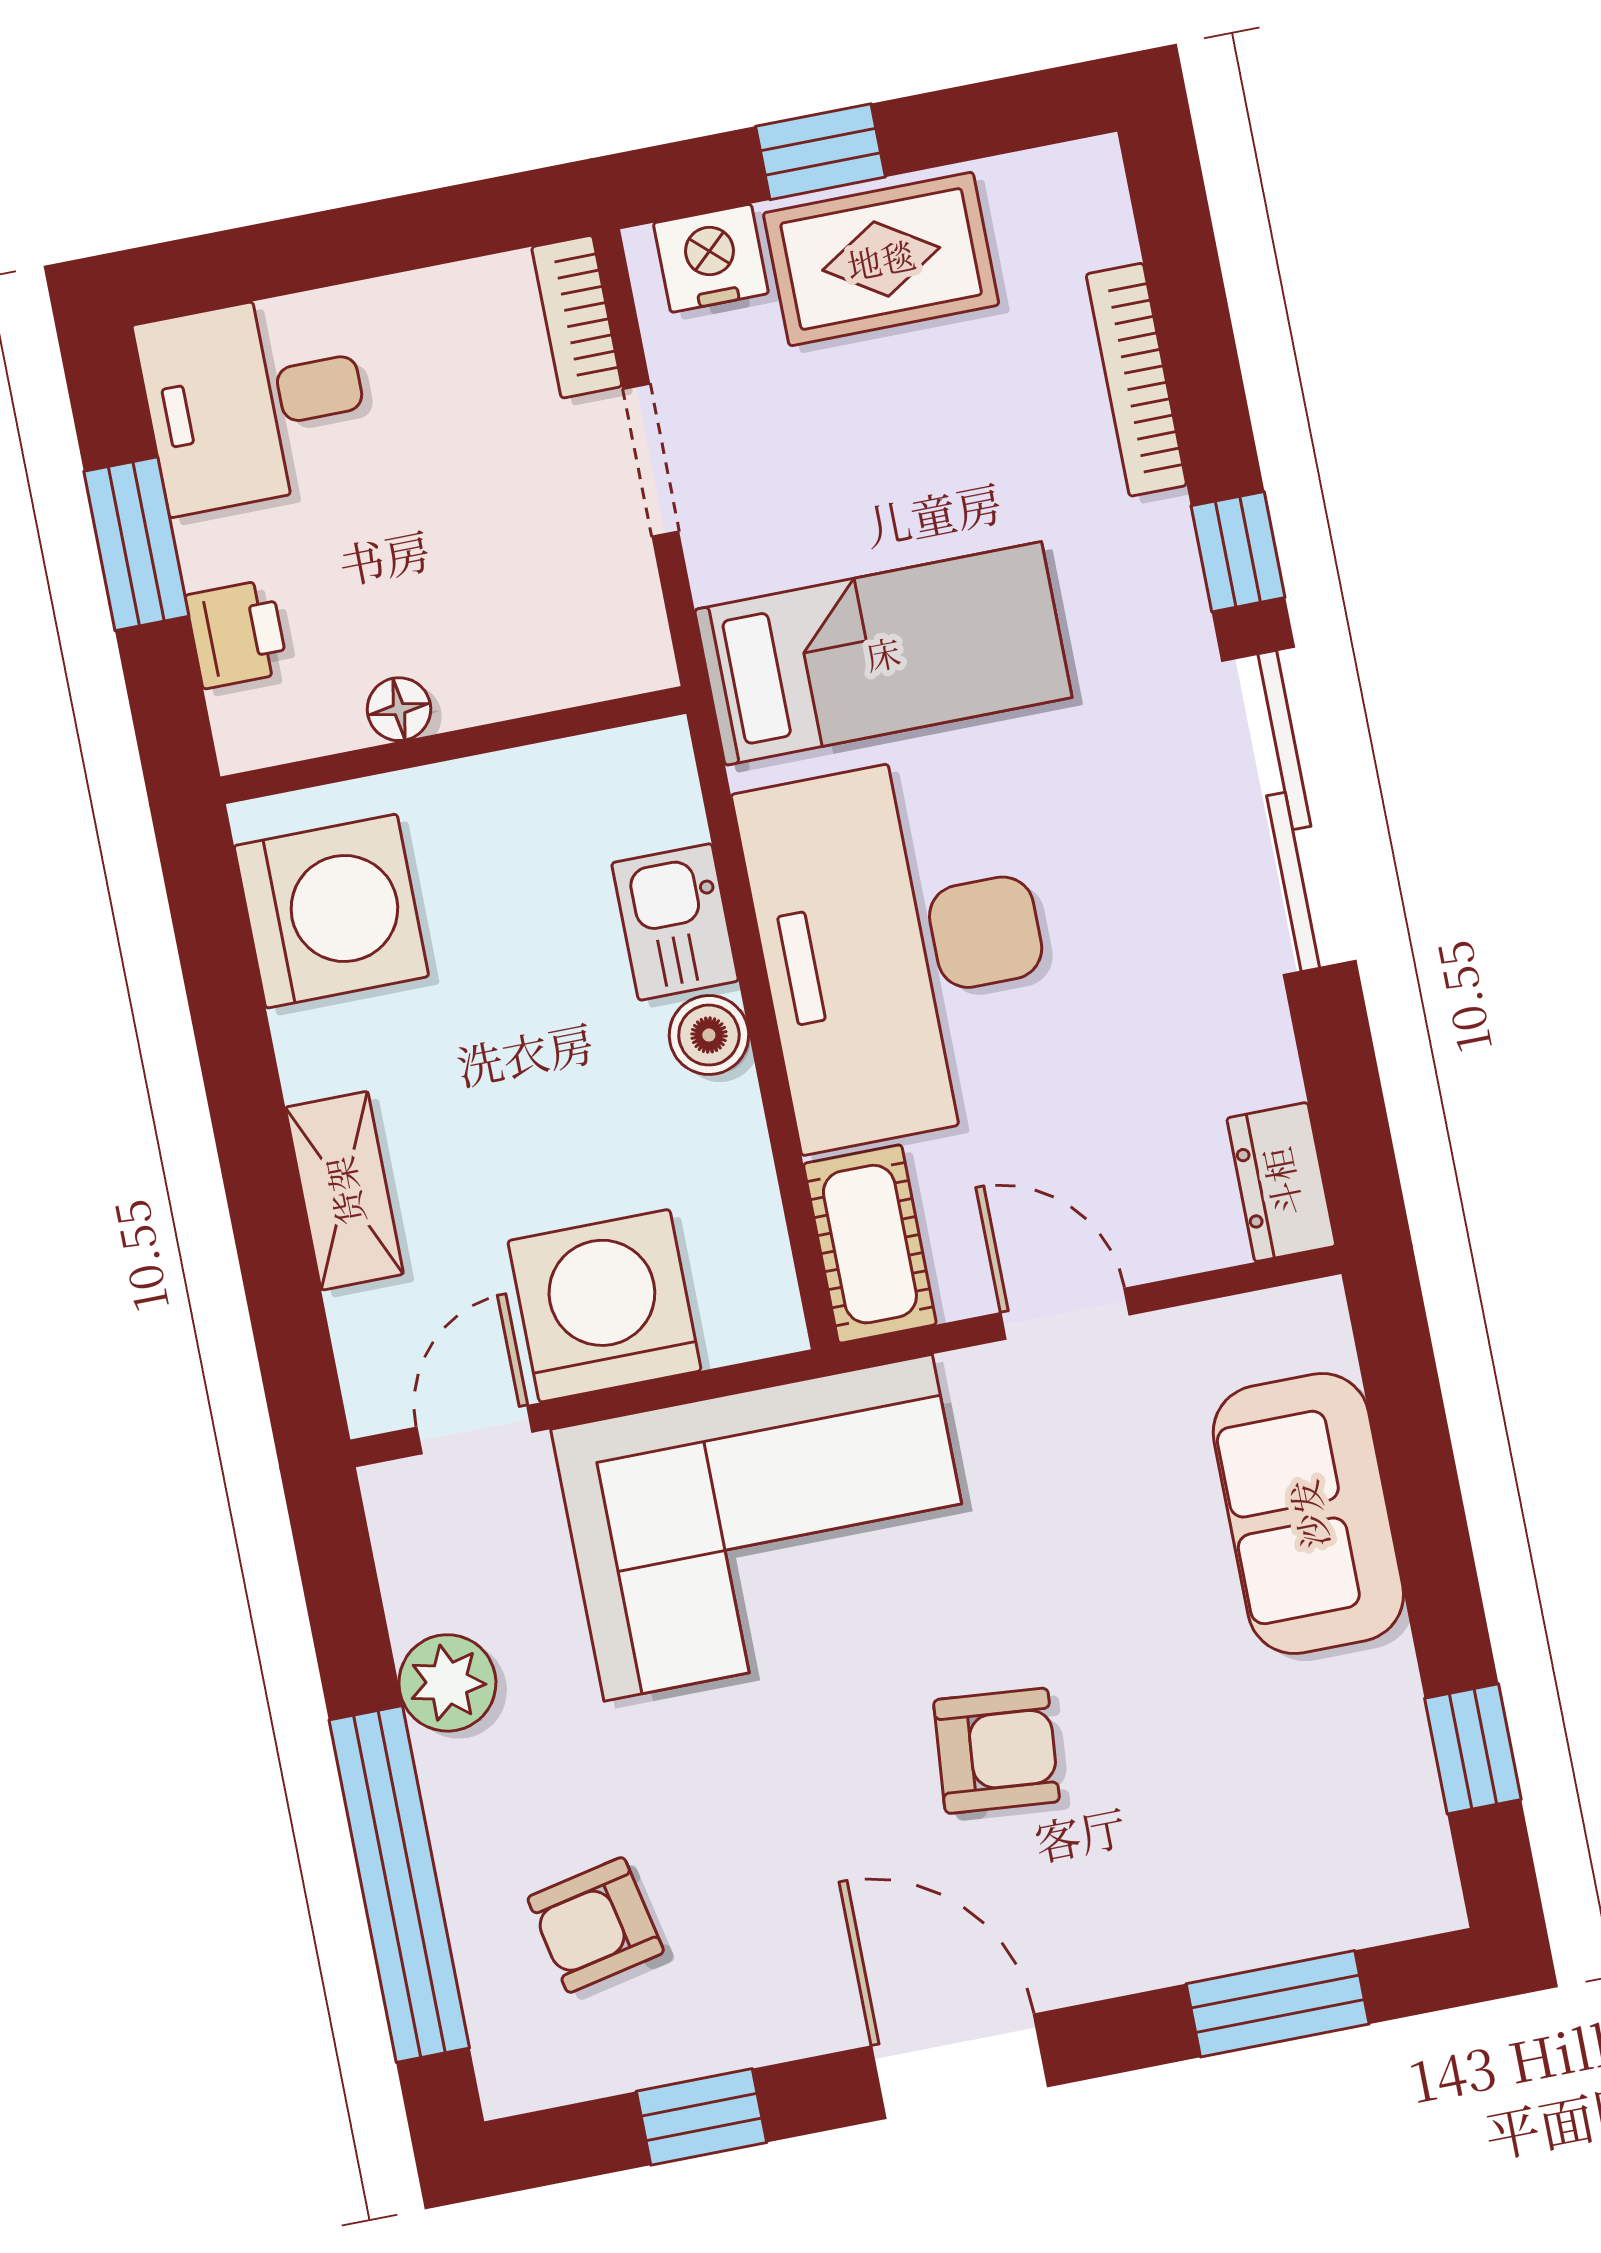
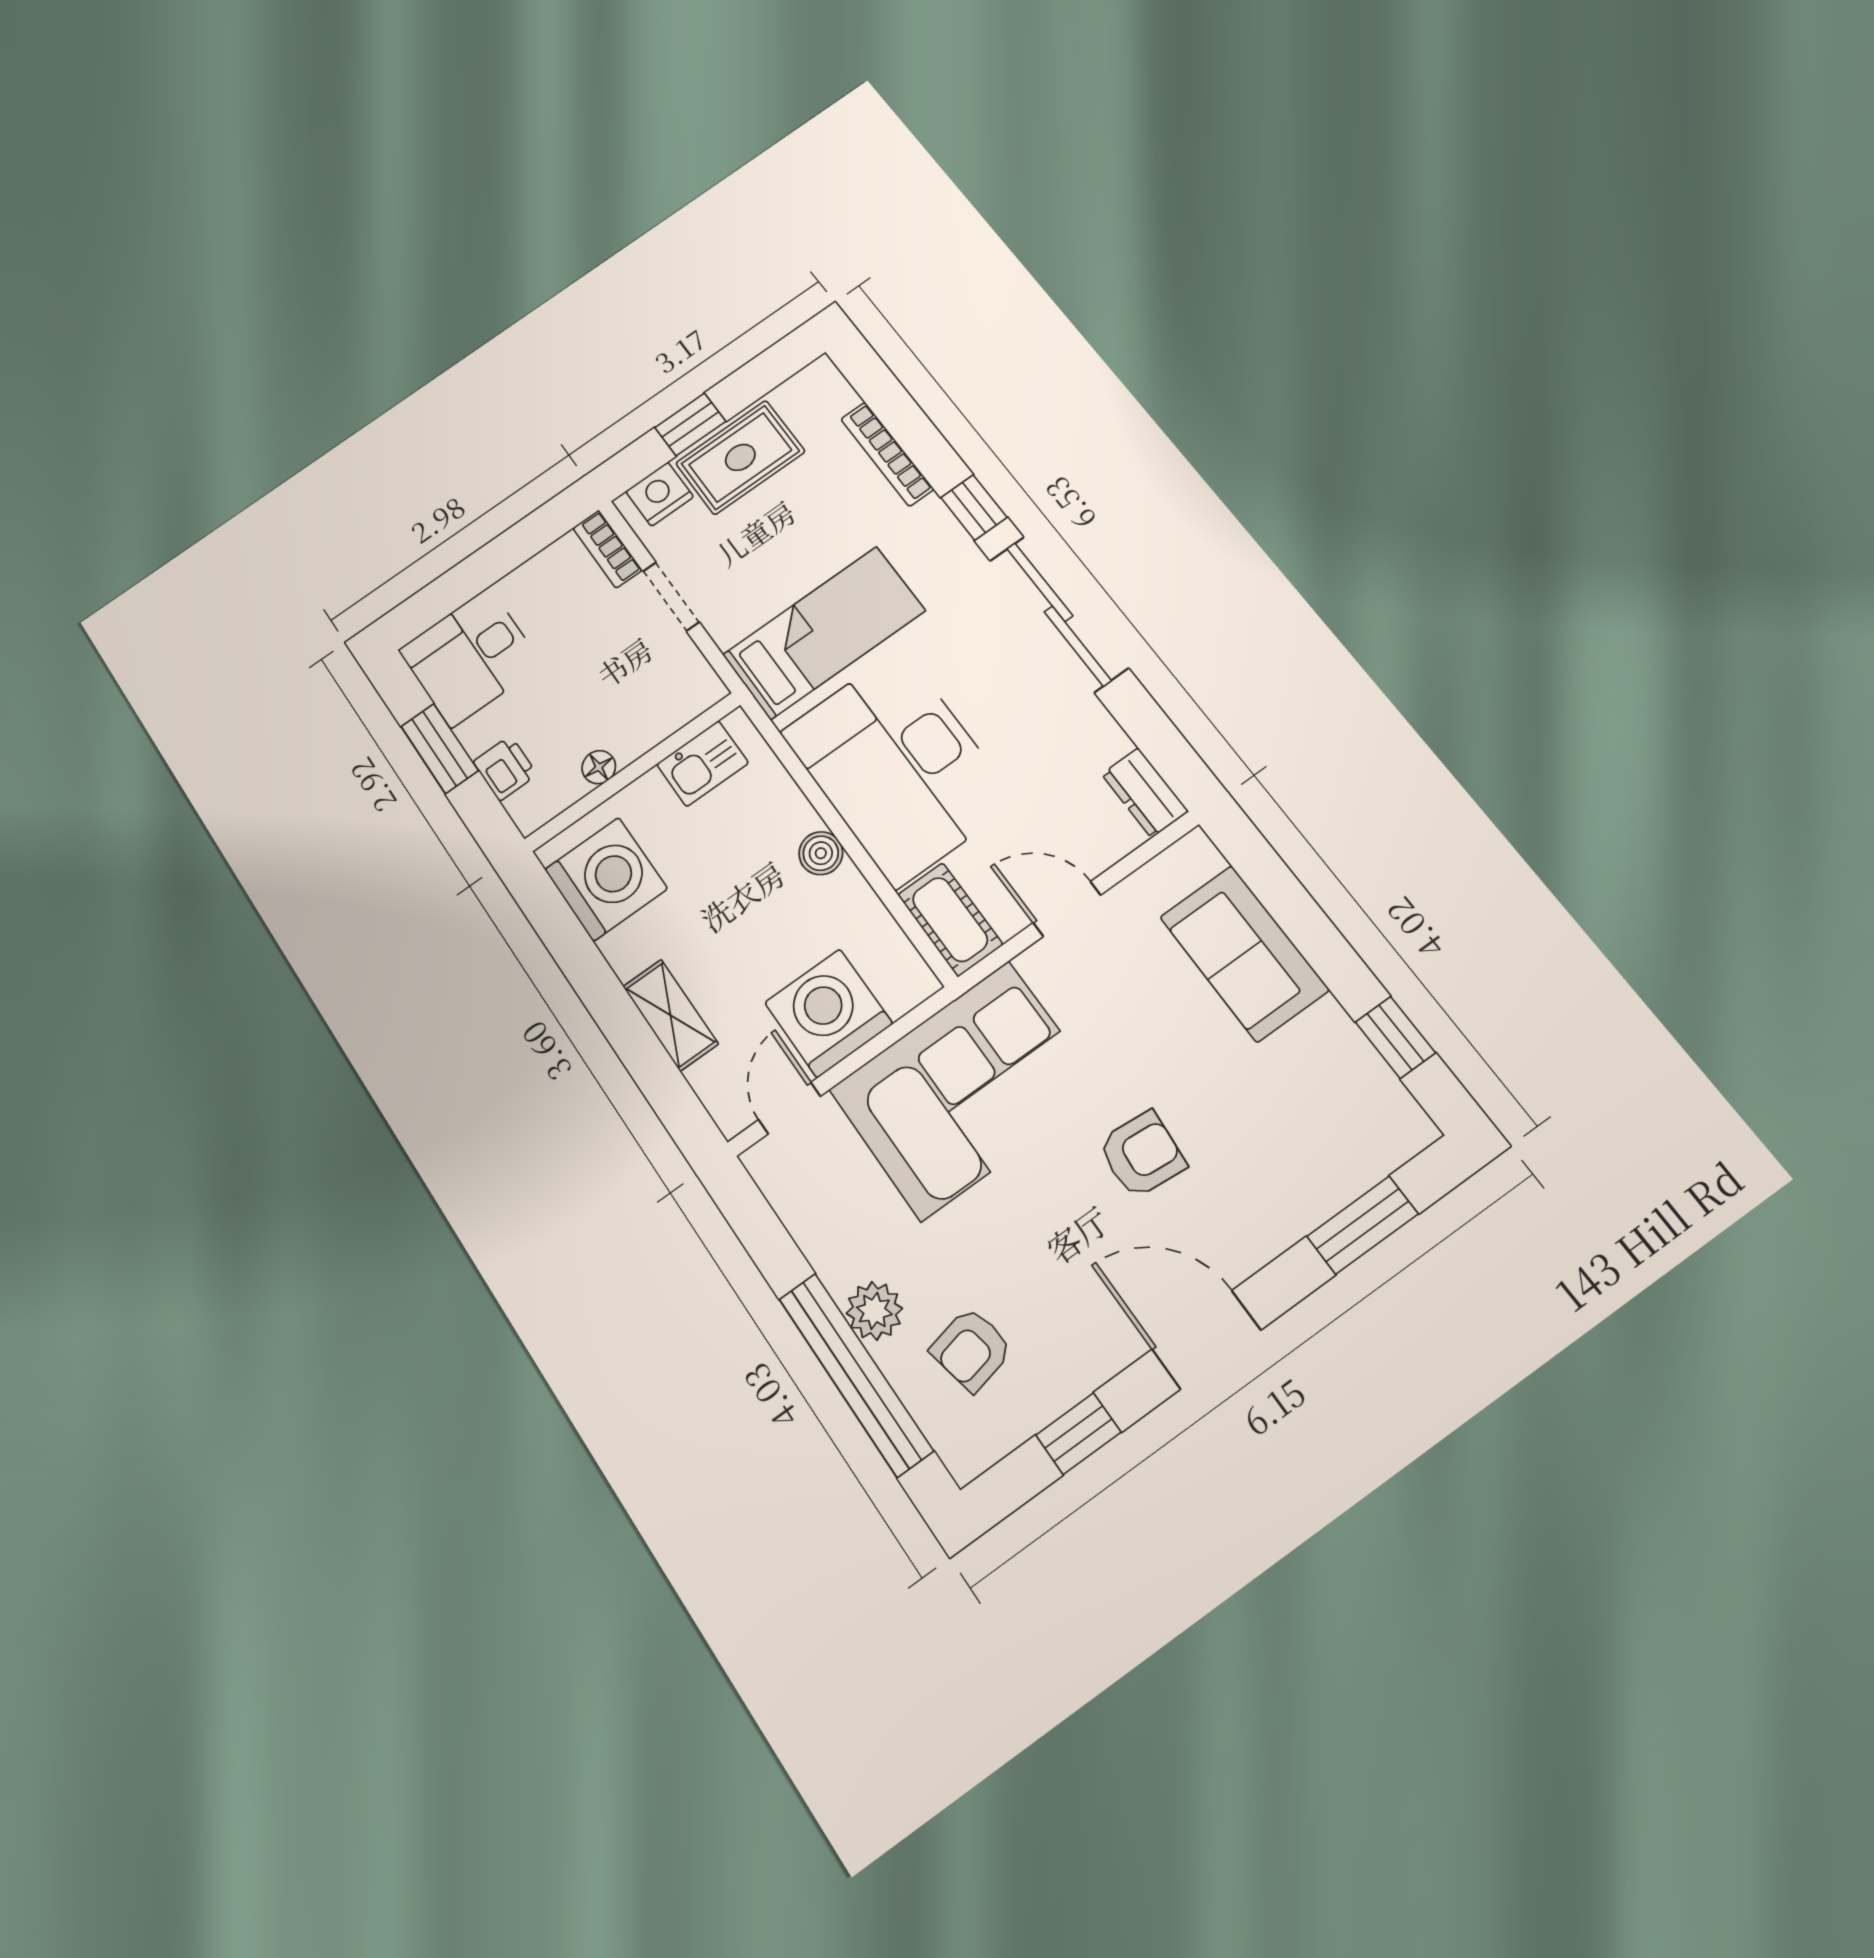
kitchen sink: (675, 922) -> (702, 764), moved, turned -90
plant: (447, 1683) -> (874, 1311), moved

